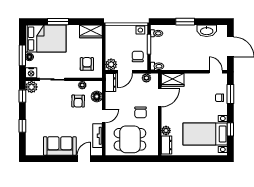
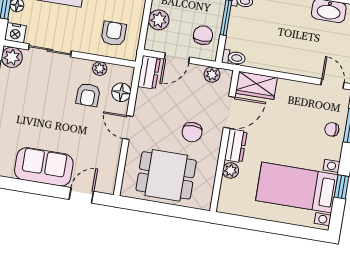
plant: (111, 64) -> (159, 20), moved
door: (104, 116) -> (128, 127), swing flipped
tv unit: (98, 136) -> (112, 160), removed
dresser: (167, 145) -> (236, 146), moved

